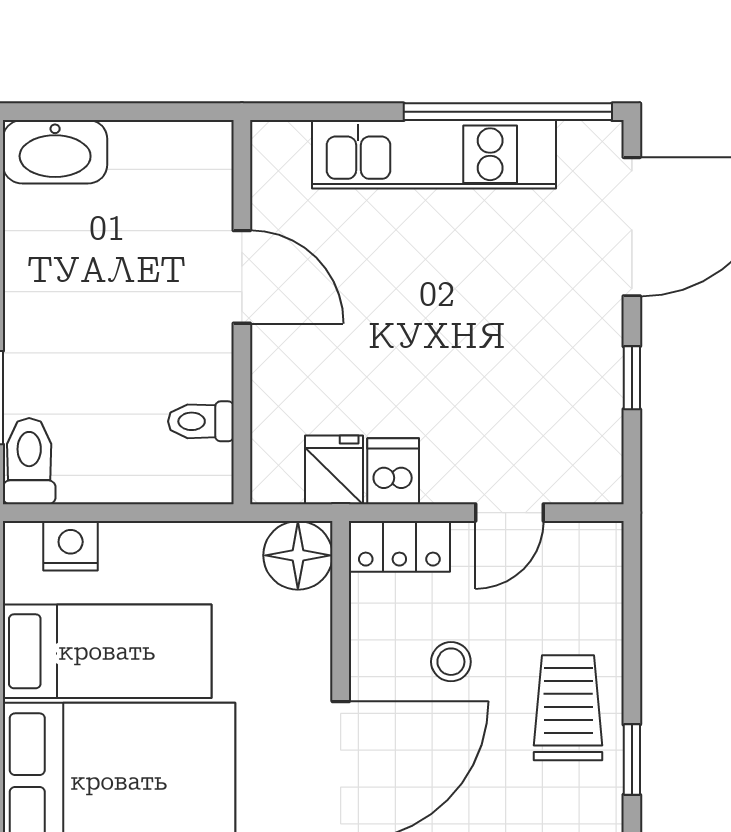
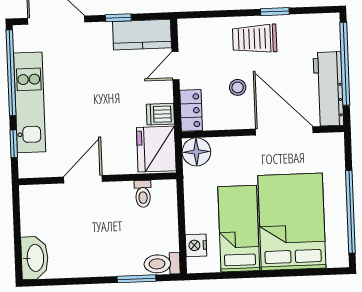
window: (335, 112) -> (14, 144), added
kitchen counter: (588, 434) -> (142, 35), added
fridge: (334, 470) -> (156, 149), width x1.88, depth x1.34
door: (509, 513) -> (176, 66), swing flipped

